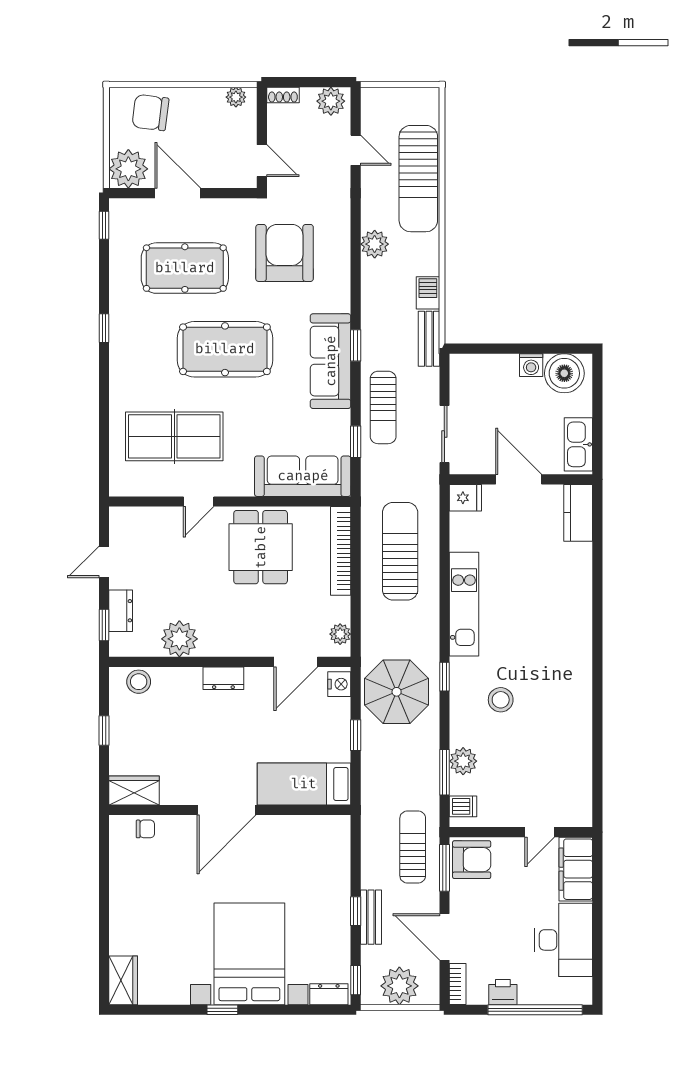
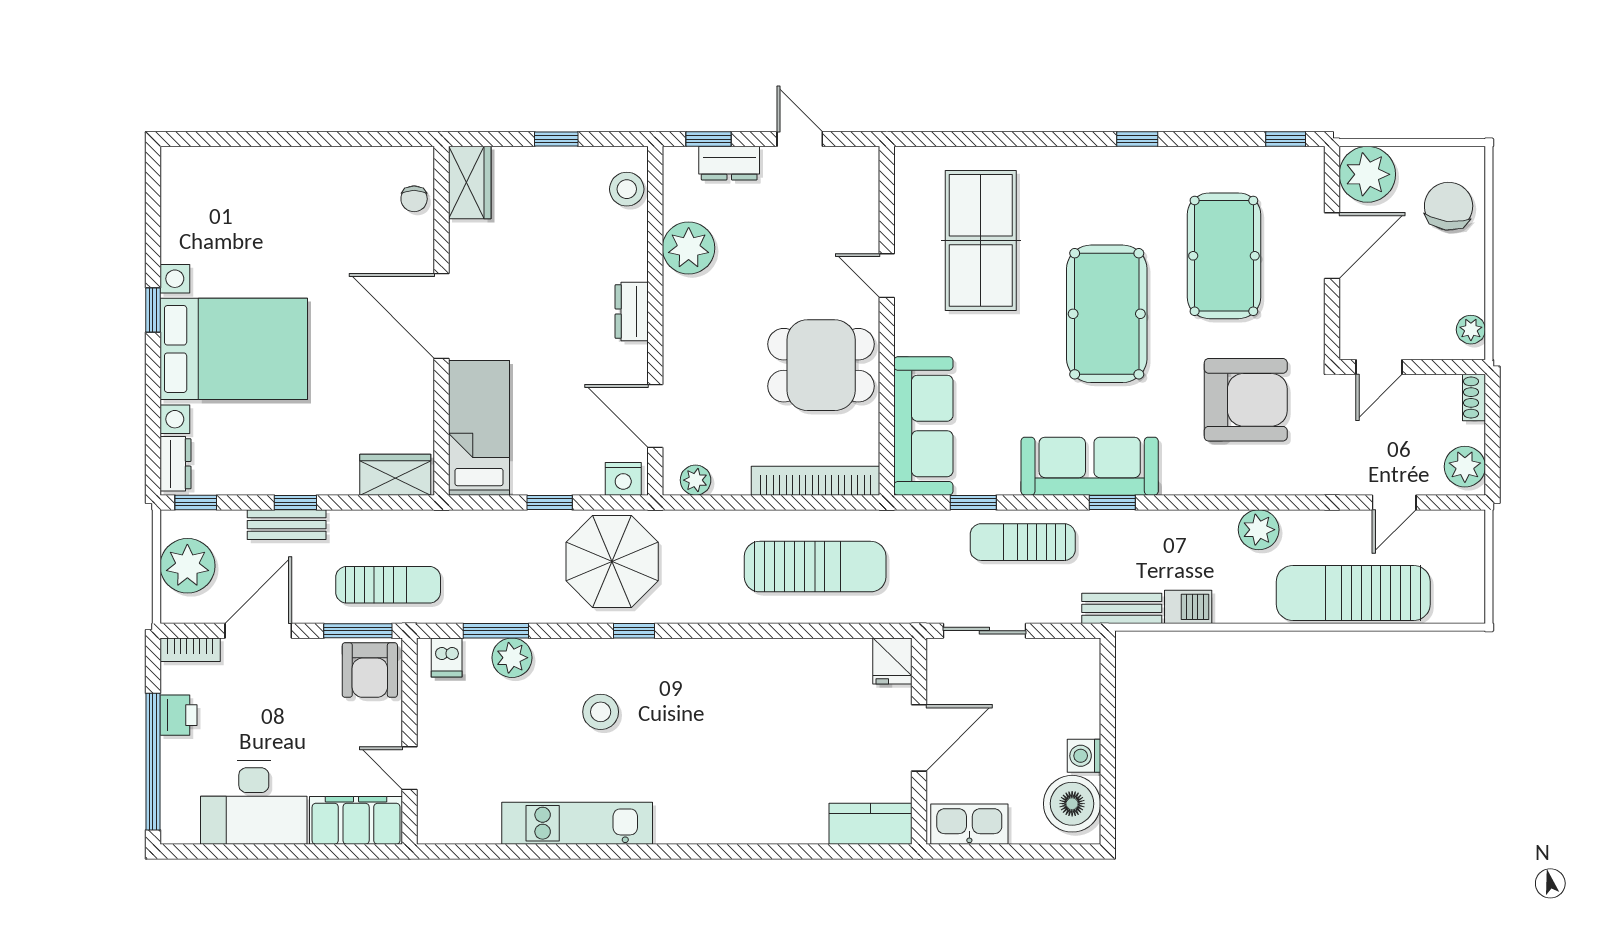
kitchen unit: (464, 604) -> (577, 823), moved, turned 180
wardrobe: (123, 980) -> (395, 475), moved, turned 180

